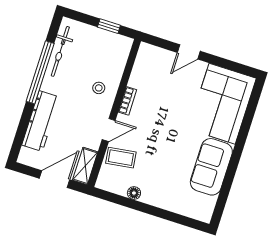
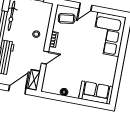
coffee table: (121, 158) -> (67, 18), moved
sofa: (211, 167) -> (96, 93), moved, turned 90

